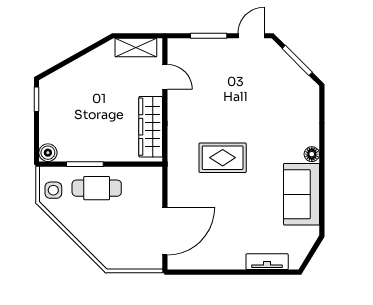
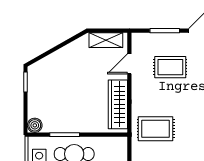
door: (165, 77) -> (129, 64), swing flipped
rug: (215, 81) -> (170, 67), added
rug: (223, 158) -> (156, 129), moved

